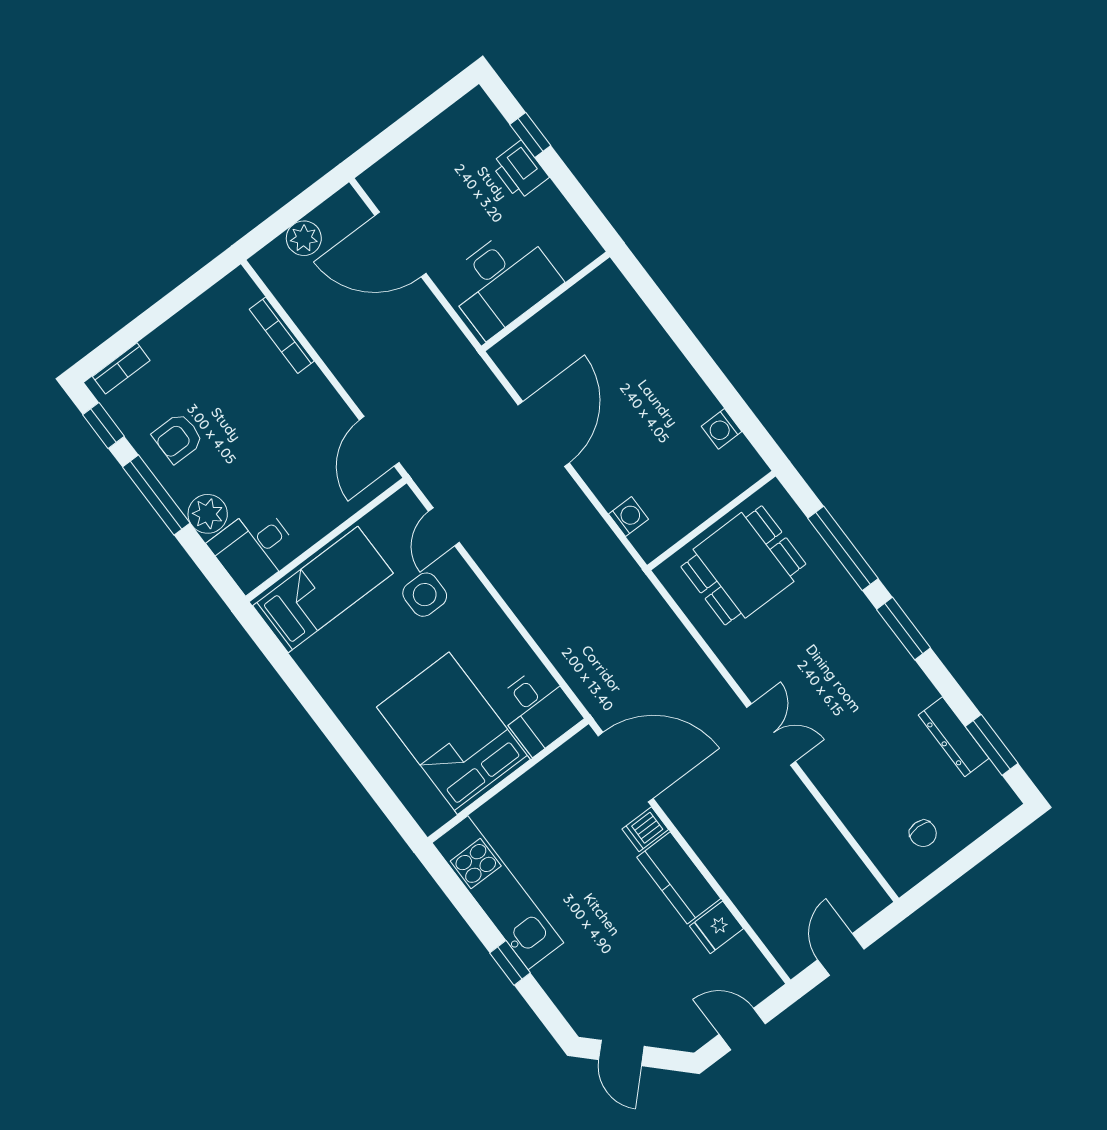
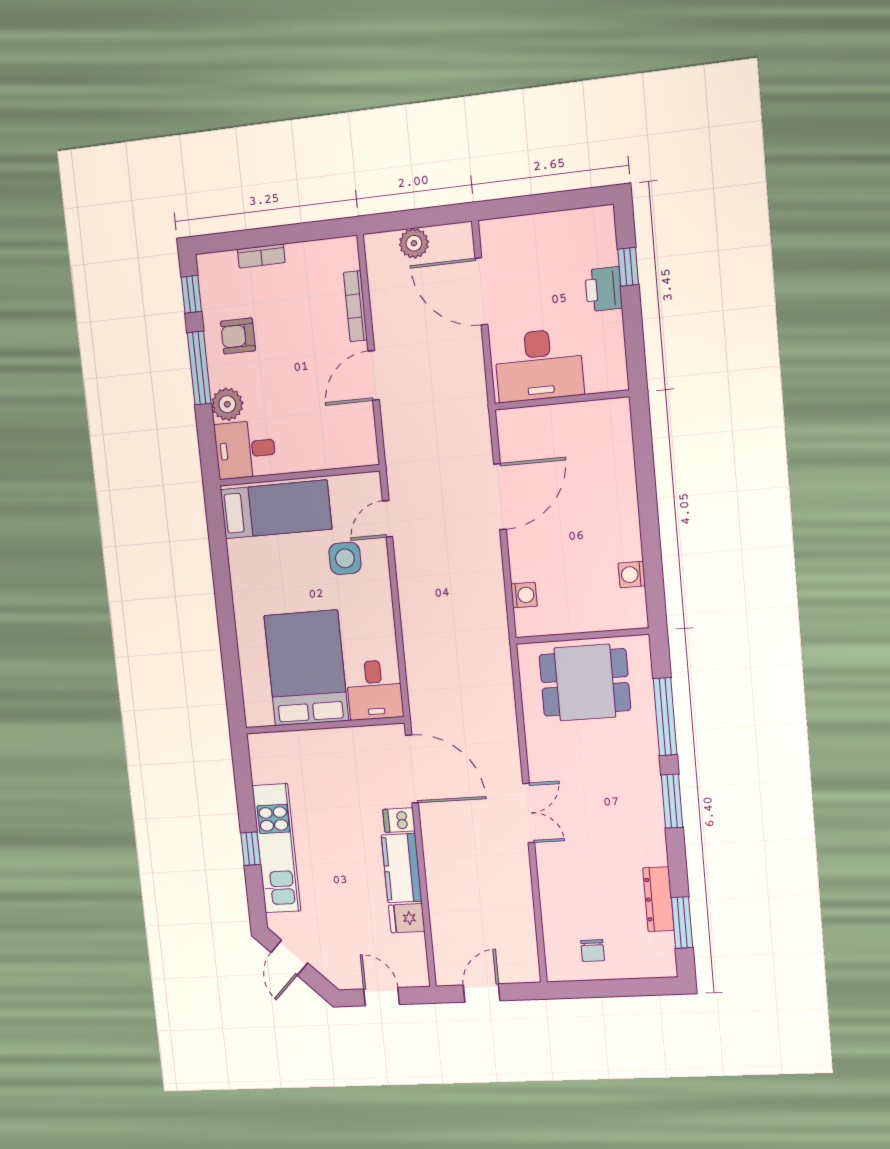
bookcase: (121, 368) -> (261, 256), moved
door: (379, 441) -> (374, 375), moved
kitchen unit: (498, 893) -> (276, 848), moved

